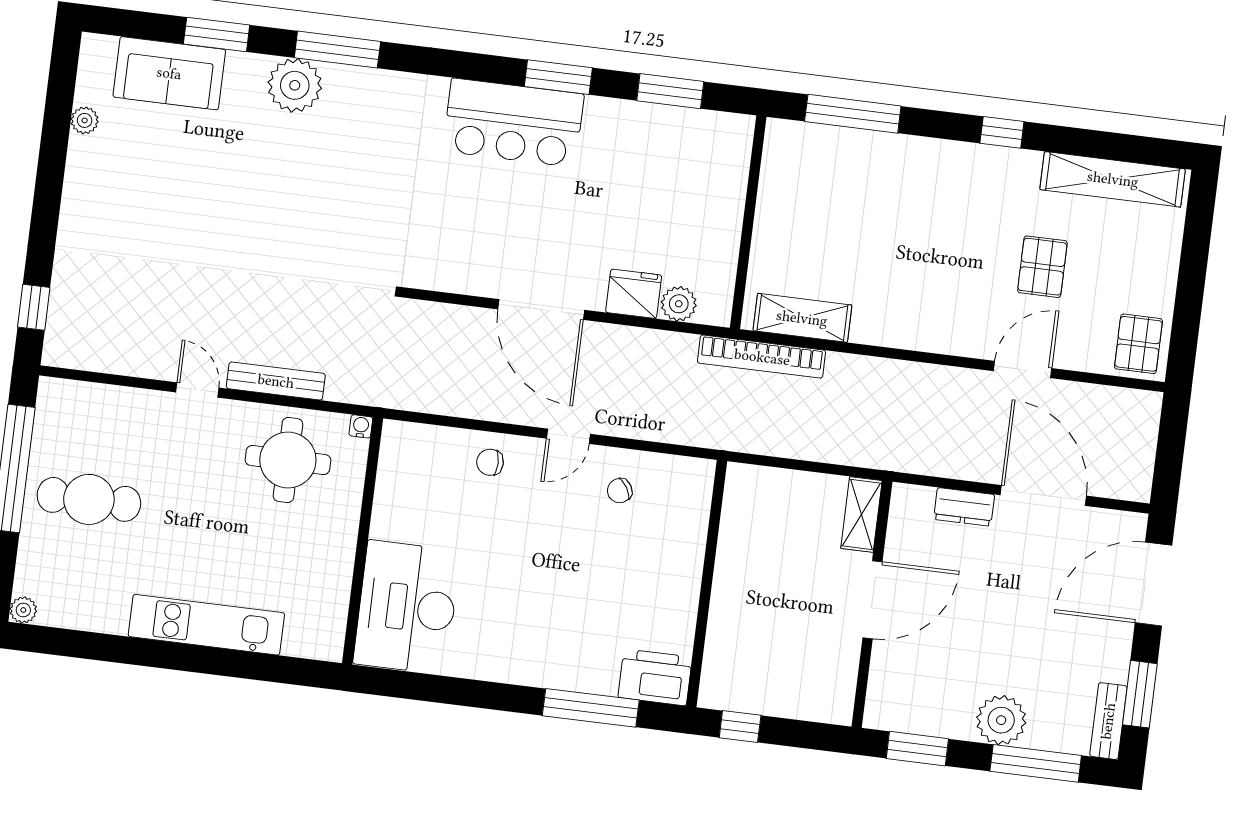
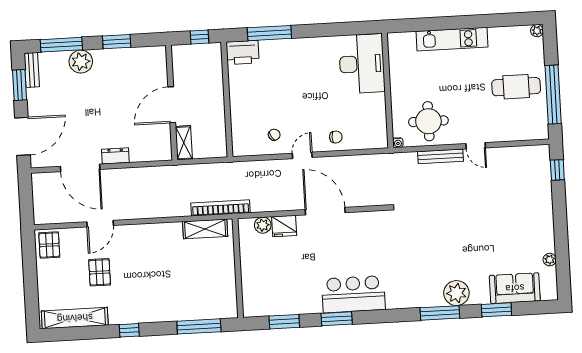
shelving: (861, 514) -> (184, 143), moved
door: (872, 600) -> (172, 105), moved
wall: (872, 604) -> (172, 103), moved

